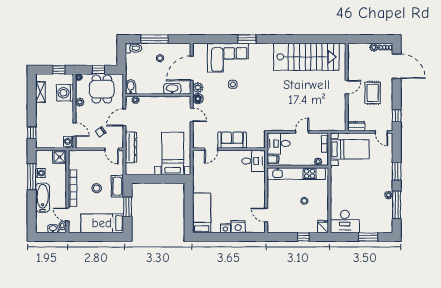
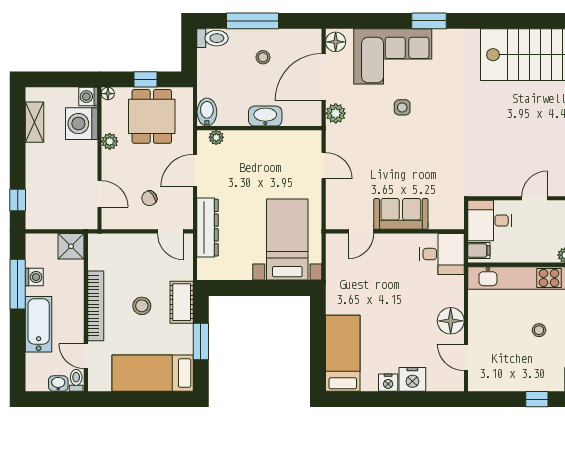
window: (59, 70) -> (70, 79), removed
washbasin: (172, 89) -> (265, 116), moved
floor lamp: (198, 99) -> (336, 42), moved
washing machine: (69, 141) -> (88, 97), moved
floor lamp: (258, 196) -> (451, 321), added

